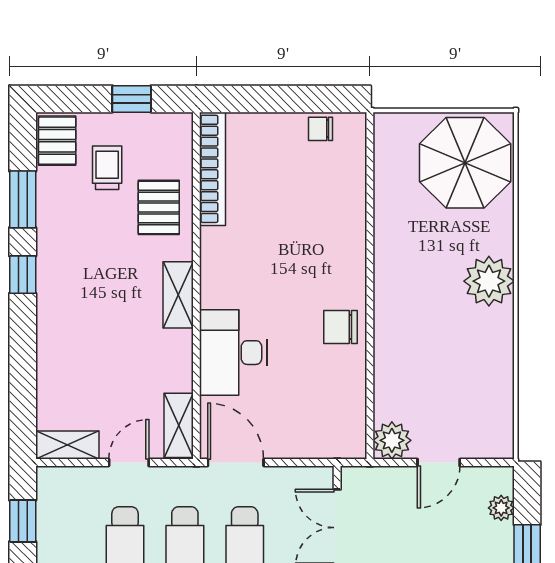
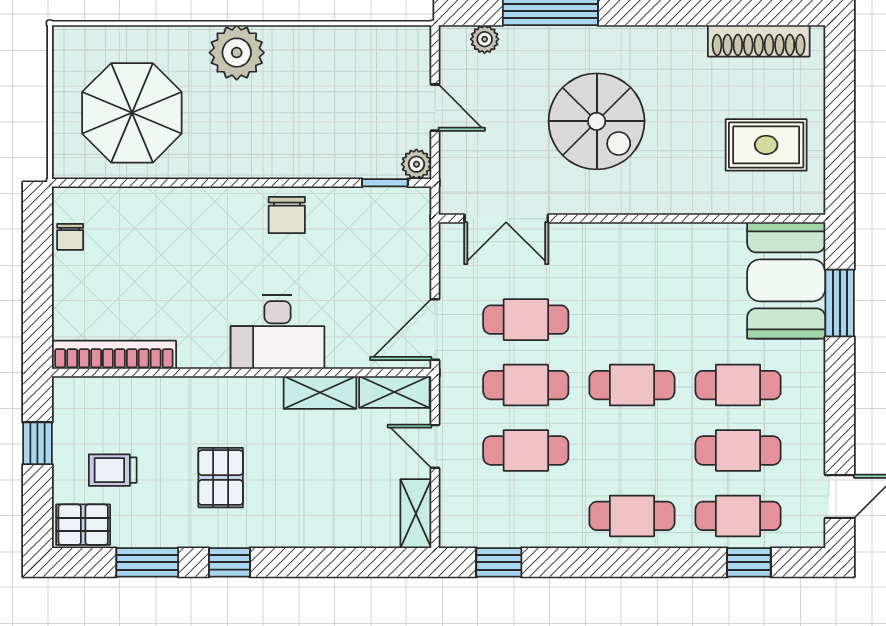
parasol: (465, 163) -> (132, 113), moved
pallet: (159, 207) -> (221, 478), moved, turned 90
shelving: (178, 295) -> (320, 392), moved
desk: (233, 353) -> (277, 332), moved
window: (370, 417) -> (385, 183), added
plant: (392, 440) -> (416, 164), width x0.73, depth x0.73

